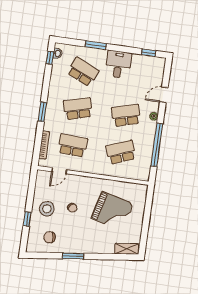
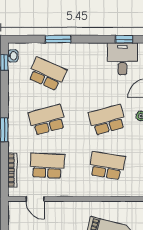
desk: (118, 64) -> (122, 59), moved
school desk: (121, 152) -> (107, 166), turned 30
door: (59, 171) -> (35, 199), hinge flipped

